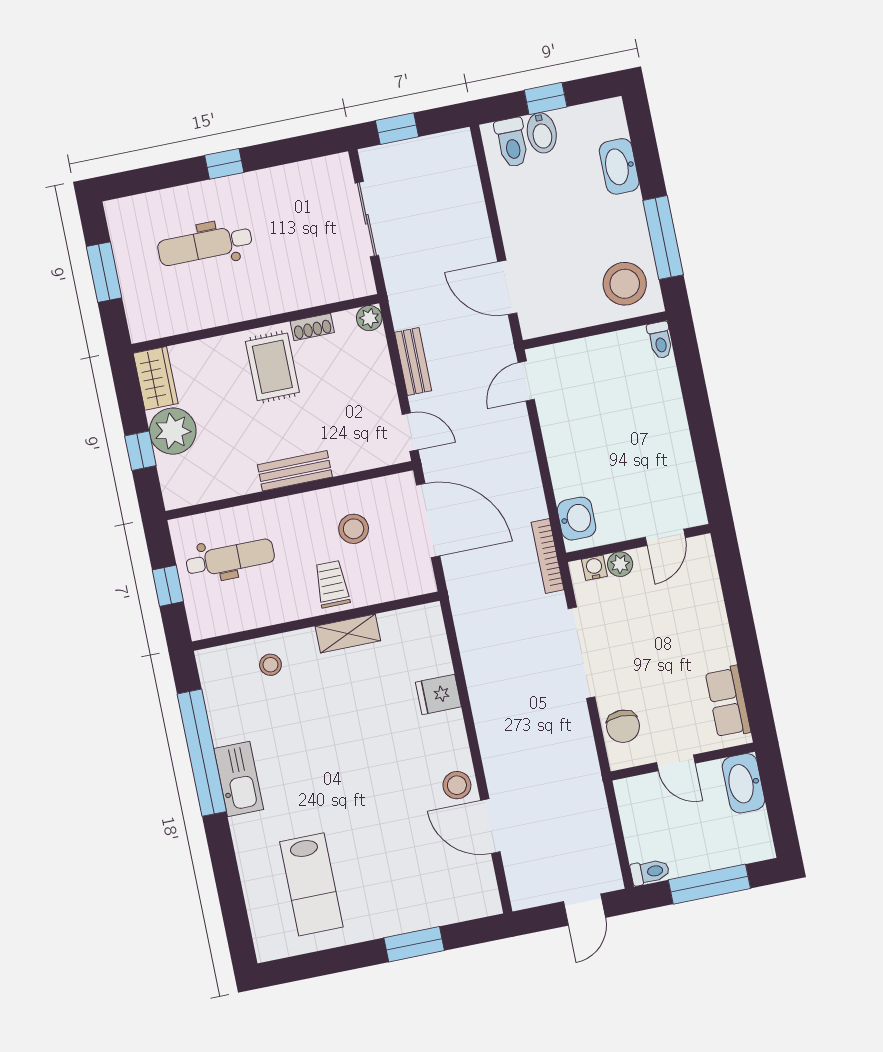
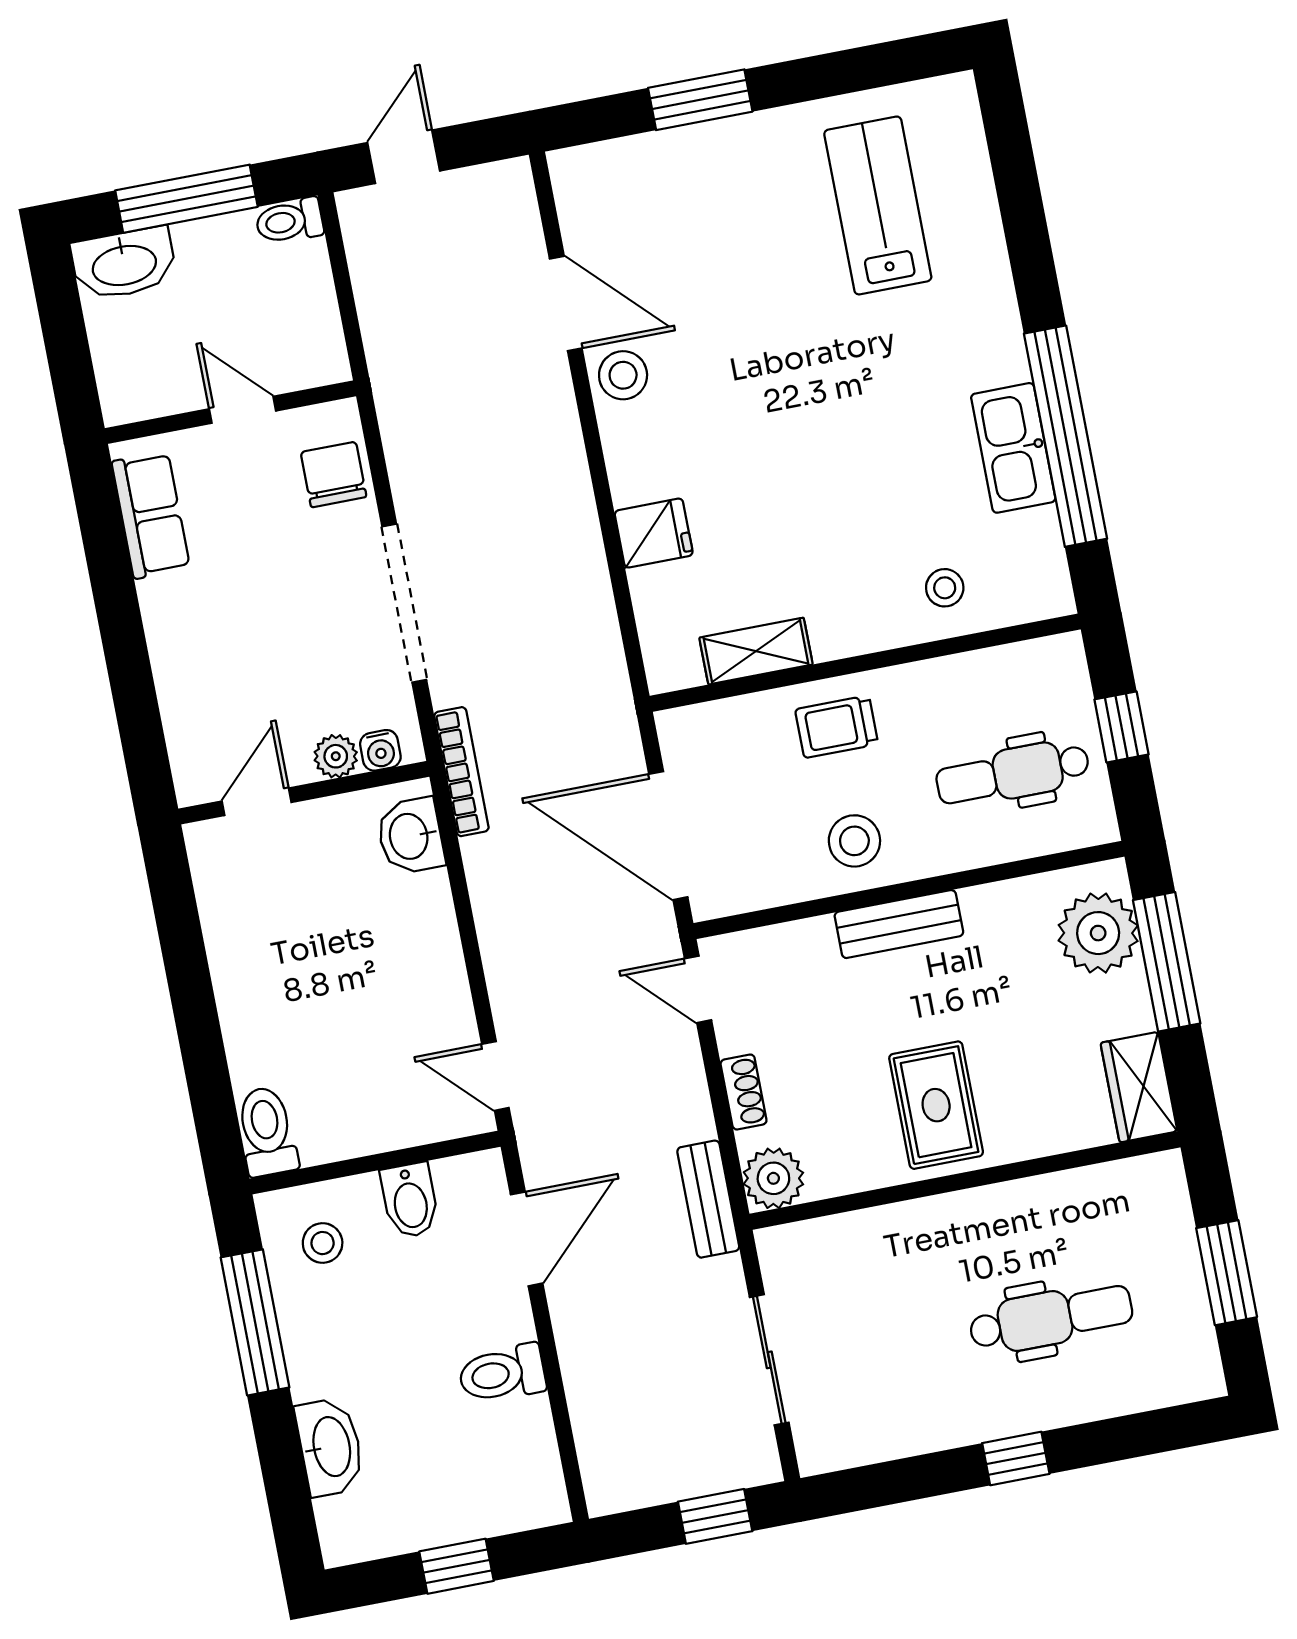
bidet: (542, 133) -> (410, 1200), moved, turned 180
toilet: (512, 142) -> (502, 1374), moved, turned -90
stool: (625, 284) -> (323, 1243), width x0.53, depth x0.53
door: (507, 287) -> (527, 1239), hinge flipped
plant: (369, 318) -> (773, 1178), width x1.38, depth x1.38
shoe rack: (312, 327) -> (744, 1092), moved, turned 90
toilet: (660, 340) -> (267, 1131), width x1.37, depth x1.39
bench: (413, 361) -> (708, 1199), moved
door: (526, 381) -> (495, 1076), swing flipped
plant: (173, 431) -> (1098, 933), moved
window: (140, 451) -> (1167, 962), width x2.17
stool: (354, 529) -> (854, 841), moved
trolley: (332, 584) -> (837, 727), turned 90
shelving: (348, 633) -> (756, 651), moved
kitchen sink: (239, 779) -> (1013, 448), moved
washbasin: (743, 783) -> (124, 264), moved, turned 90

